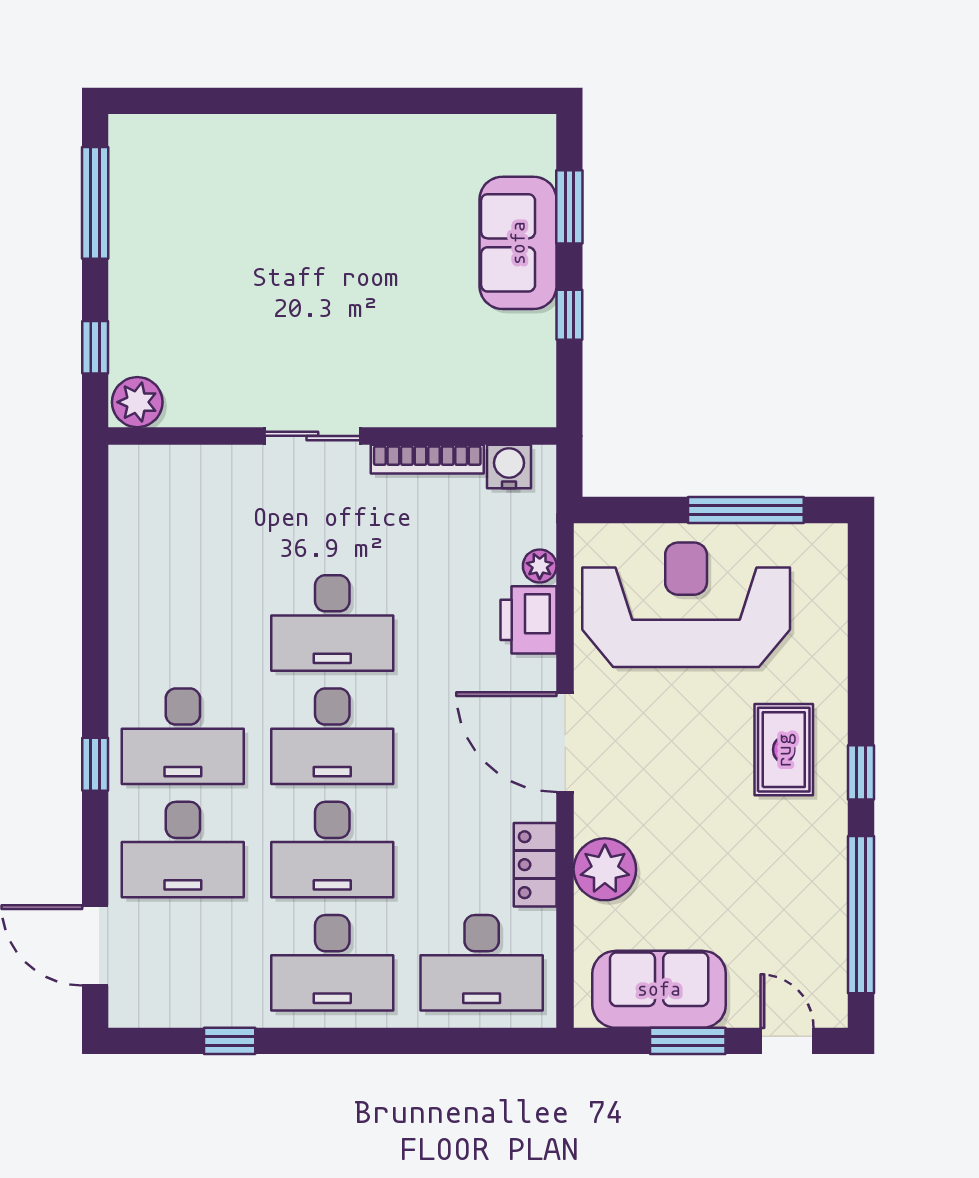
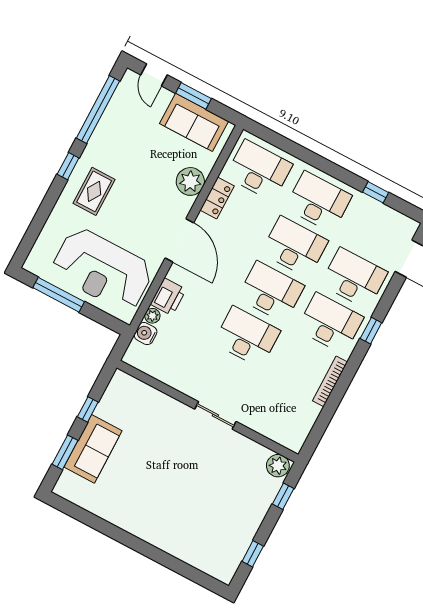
window: (95, 203) -> (253, 554), width x0.46
bookcase: (427, 459) -> (330, 381), moved, turned -90
water cooler: (509, 466) -> (146, 334), moved, turned 90

